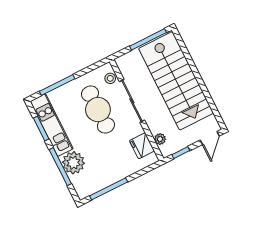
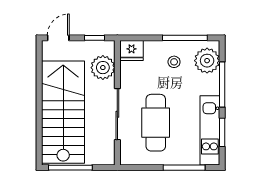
stool: (110, 78) -> (174, 62), moved
plant: (160, 139) -> (103, 68), width x1.88, depth x1.88
fridge: (142, 146) -> (132, 50), moved, turned 90
plant: (73, 163) -> (207, 61), moved

